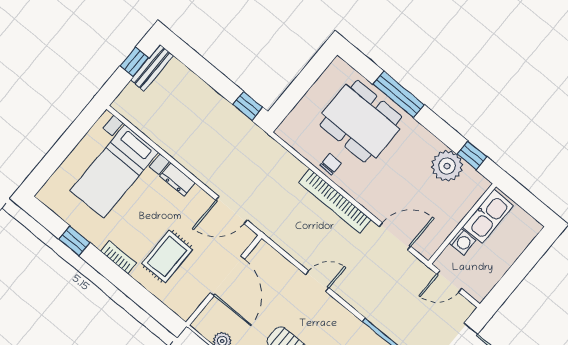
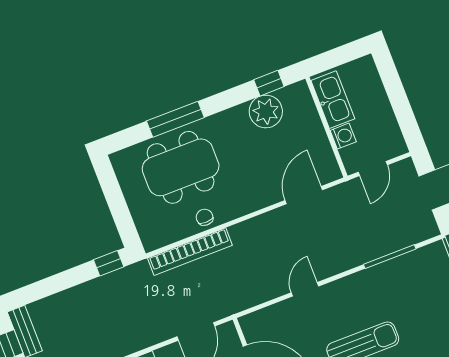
bookcase: (335, 201) -> (190, 252), moved

